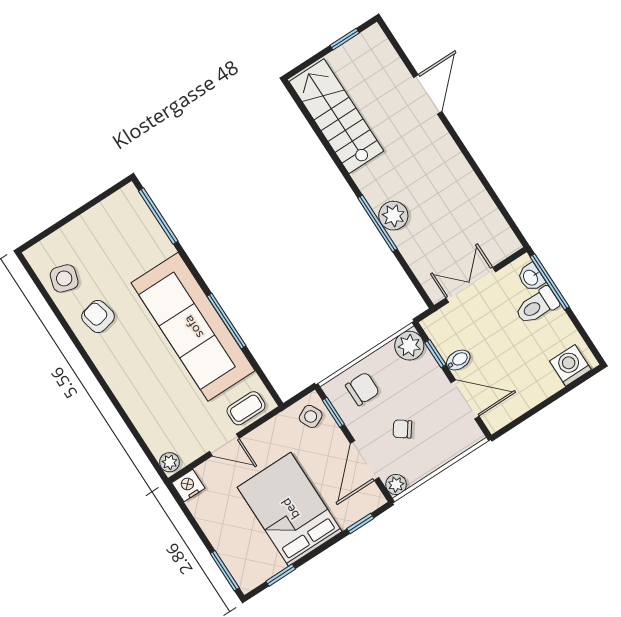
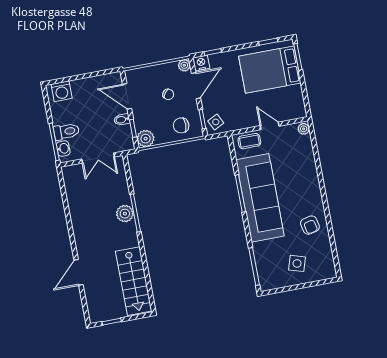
side table: (64, 278) -> (297, 263), moved
nightstand: (188, 486) -> (201, 63), moved, turned 180
bed: (290, 509) -> (270, 70), moved, turned 90

